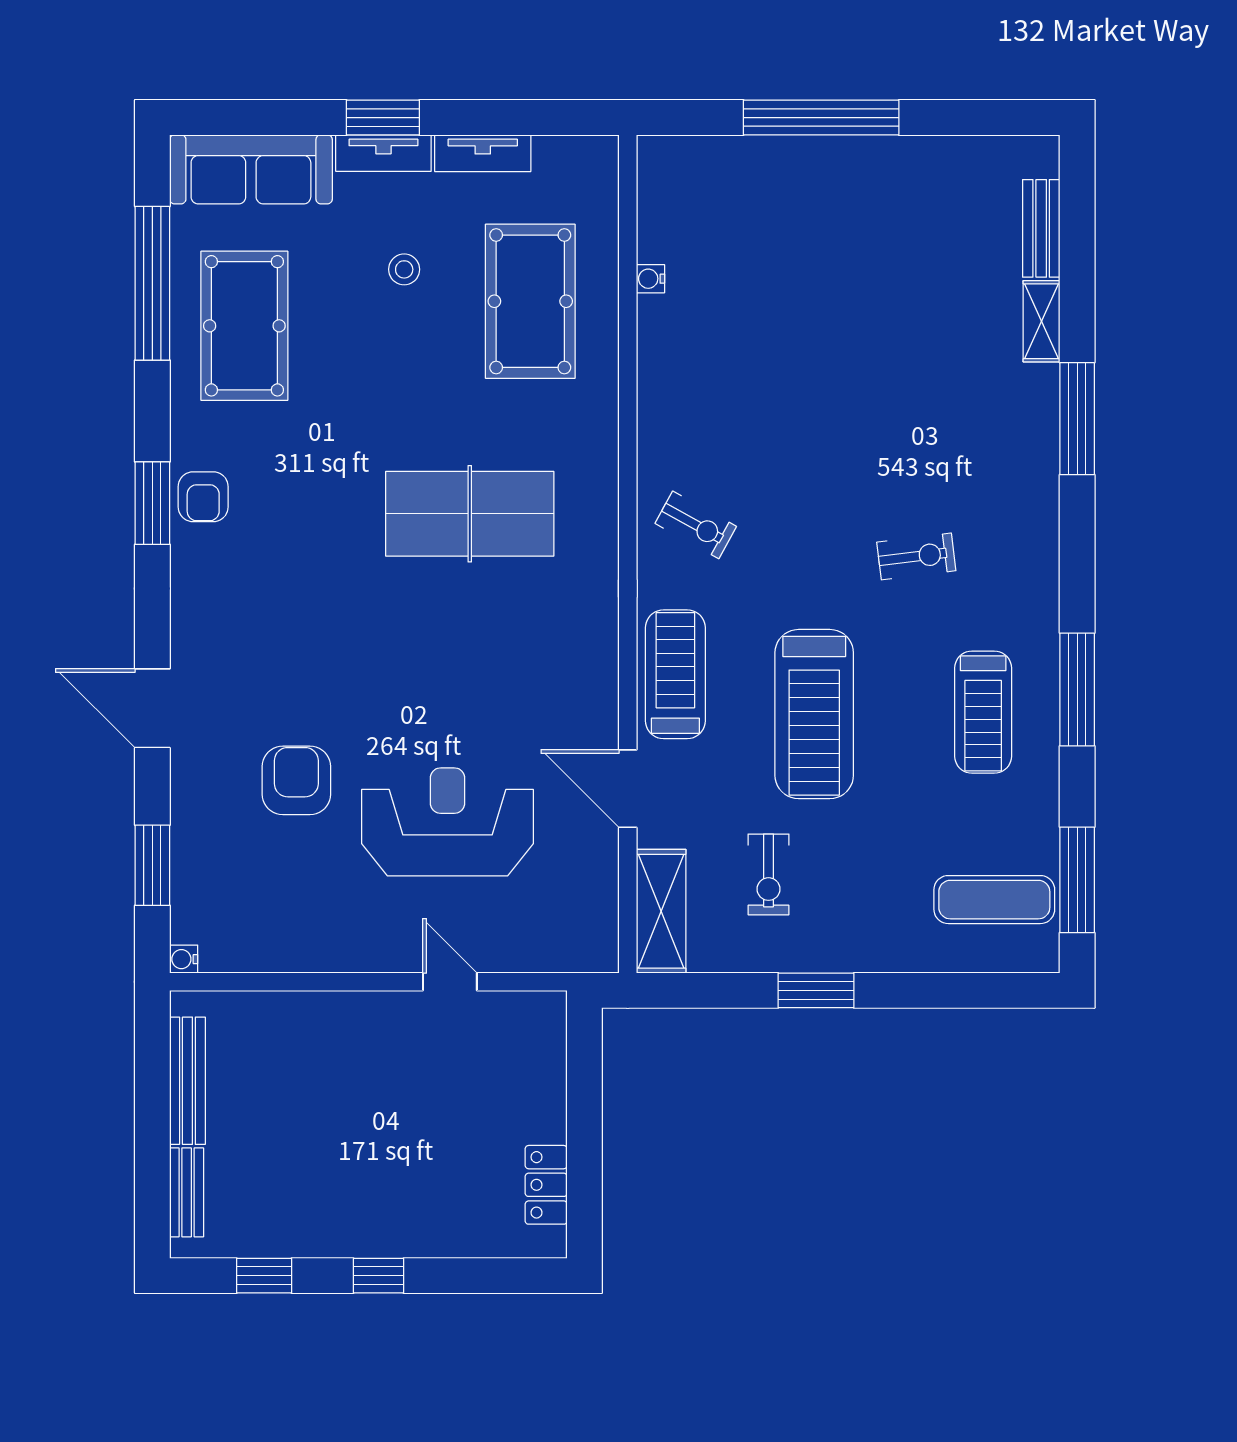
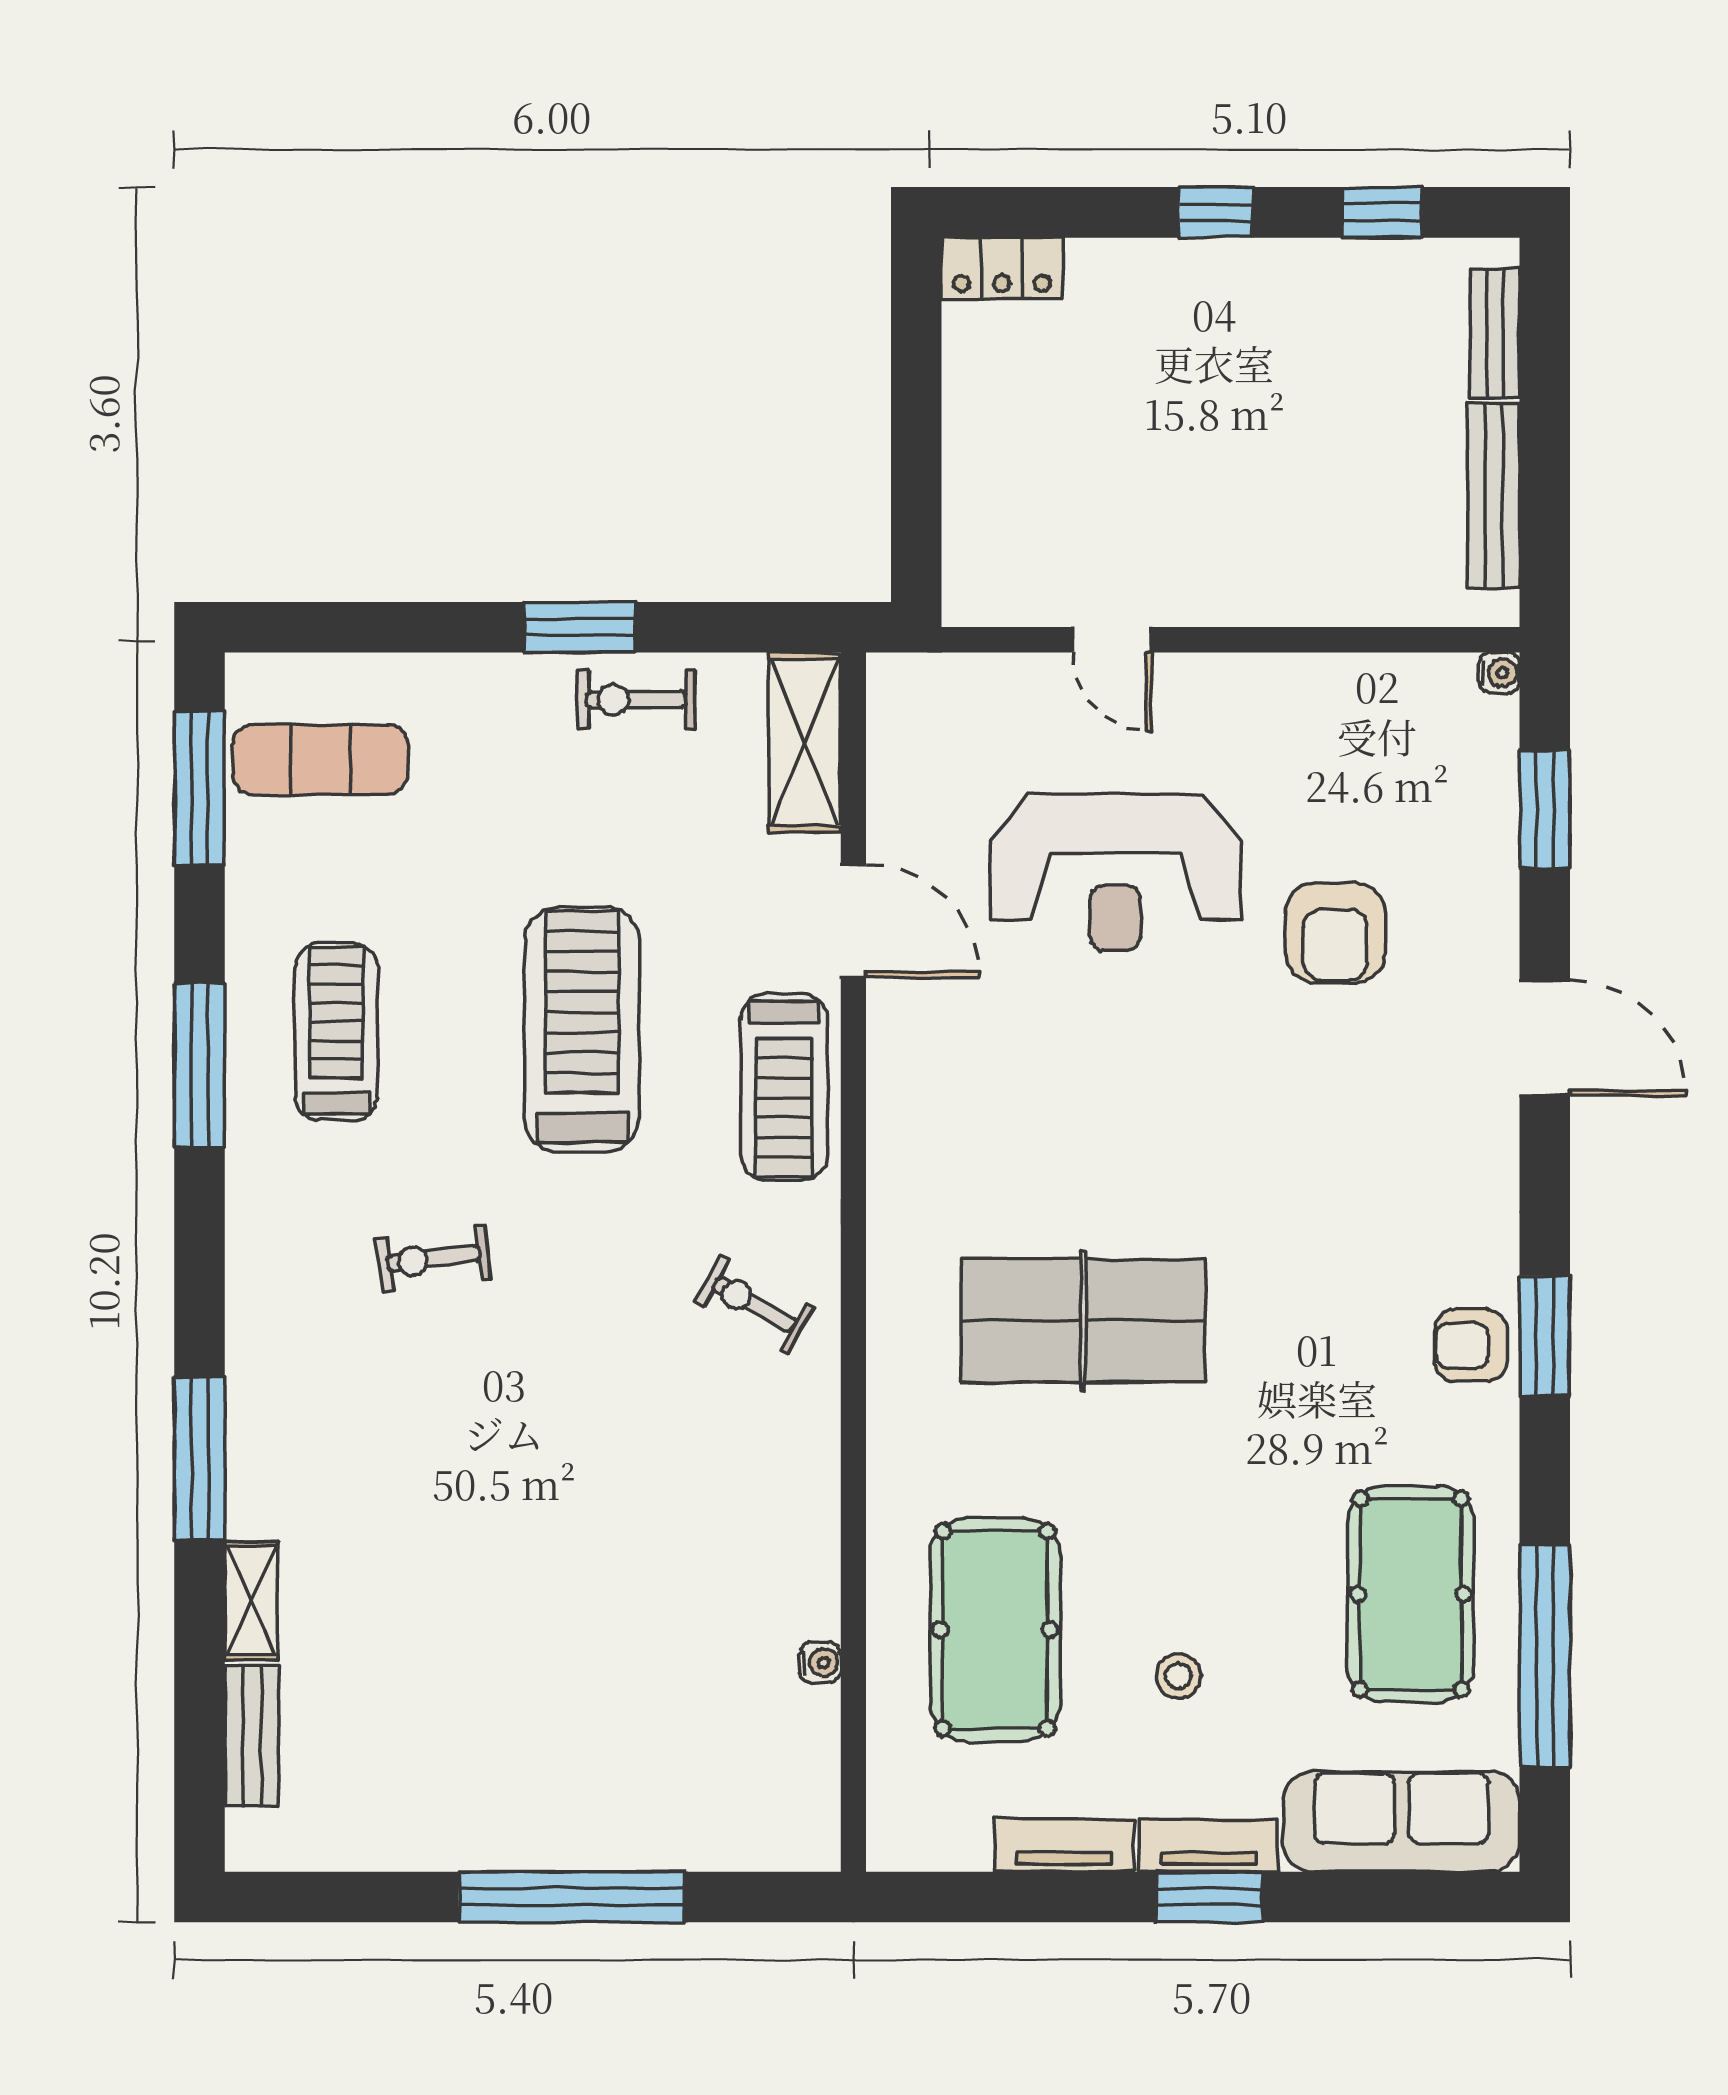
armchair: (203, 497) -> (1471, 1345), turned -90
exercise bike: (769, 874) -> (636, 700), moved, turned -90
locker: (546, 1185) -> (1002, 268), moved, turned 90

